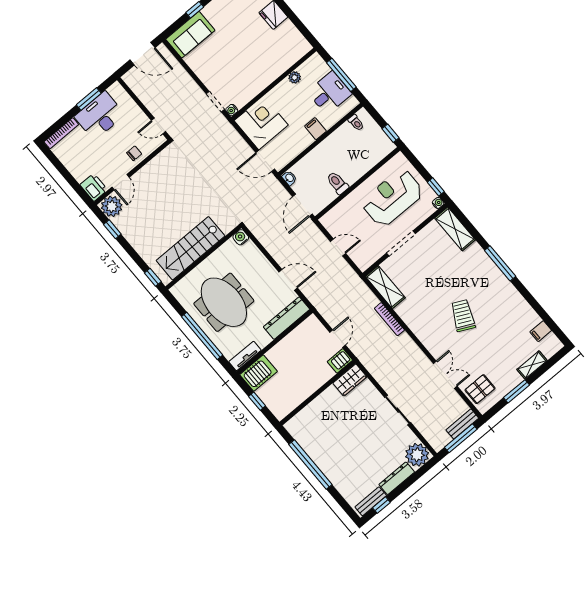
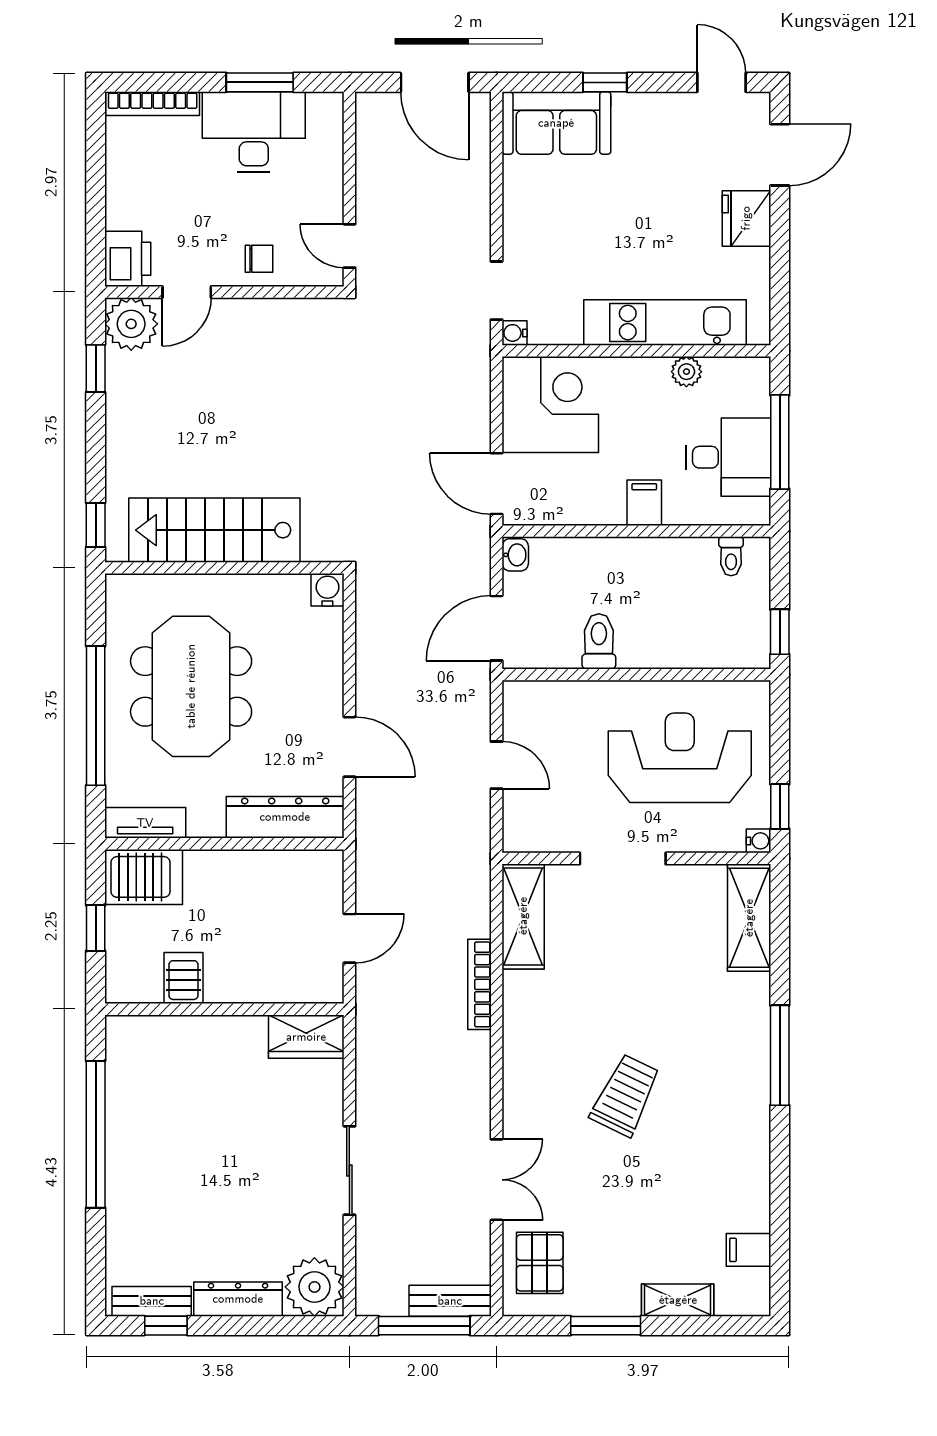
kitchen unit: (275, 68) -> (665, 323), added
server rack: (340, 361) -> (183, 978), moved, turned 90
pallet: (480, 389) -> (540, 1263), turned 90

